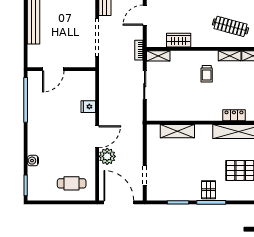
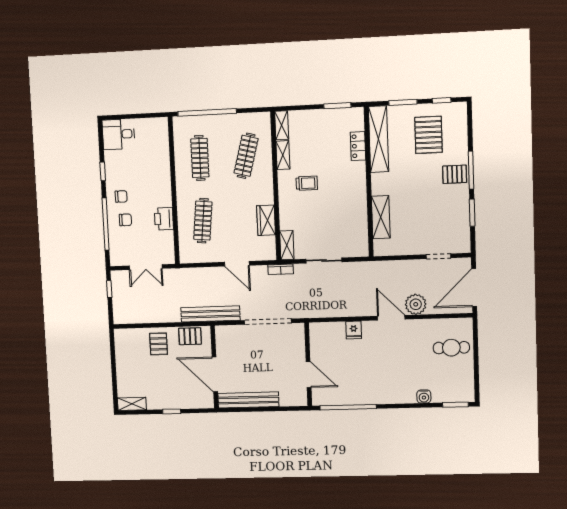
cafe table: (72, 183) -> (451, 348), turned 90

